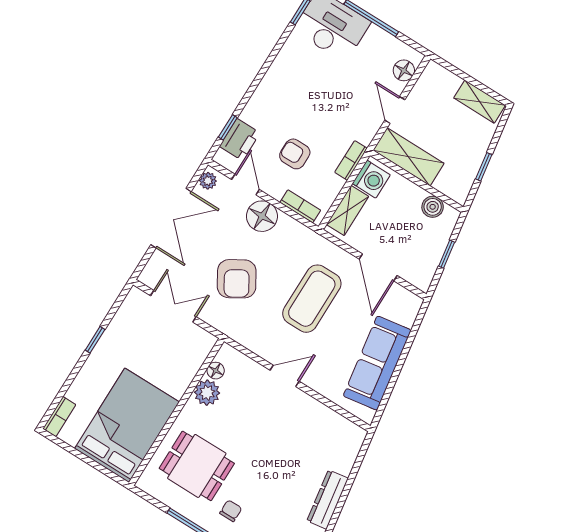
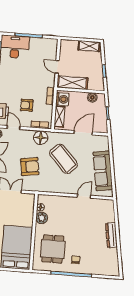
floor lamp: (404, 70) -> (53, 49), removed
floor lamp: (262, 216) -> (41, 138), moved
door: (378, 267) -> (83, 133), swing flipped
armchair: (237, 279) -> (30, 167), turned -67
coffee table: (312, 299) -> (64, 159), turned -43
door: (285, 376) -> (84, 196), moved
dining table: (197, 466) -> (53, 249), turned 90

